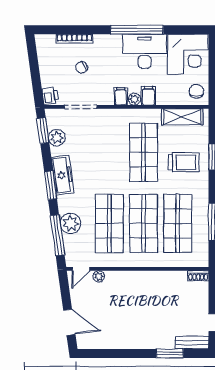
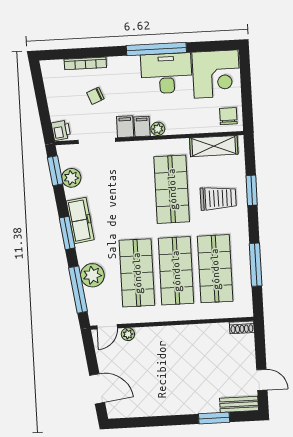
filing cabinet: (149, 96) -> (125, 127), moved

